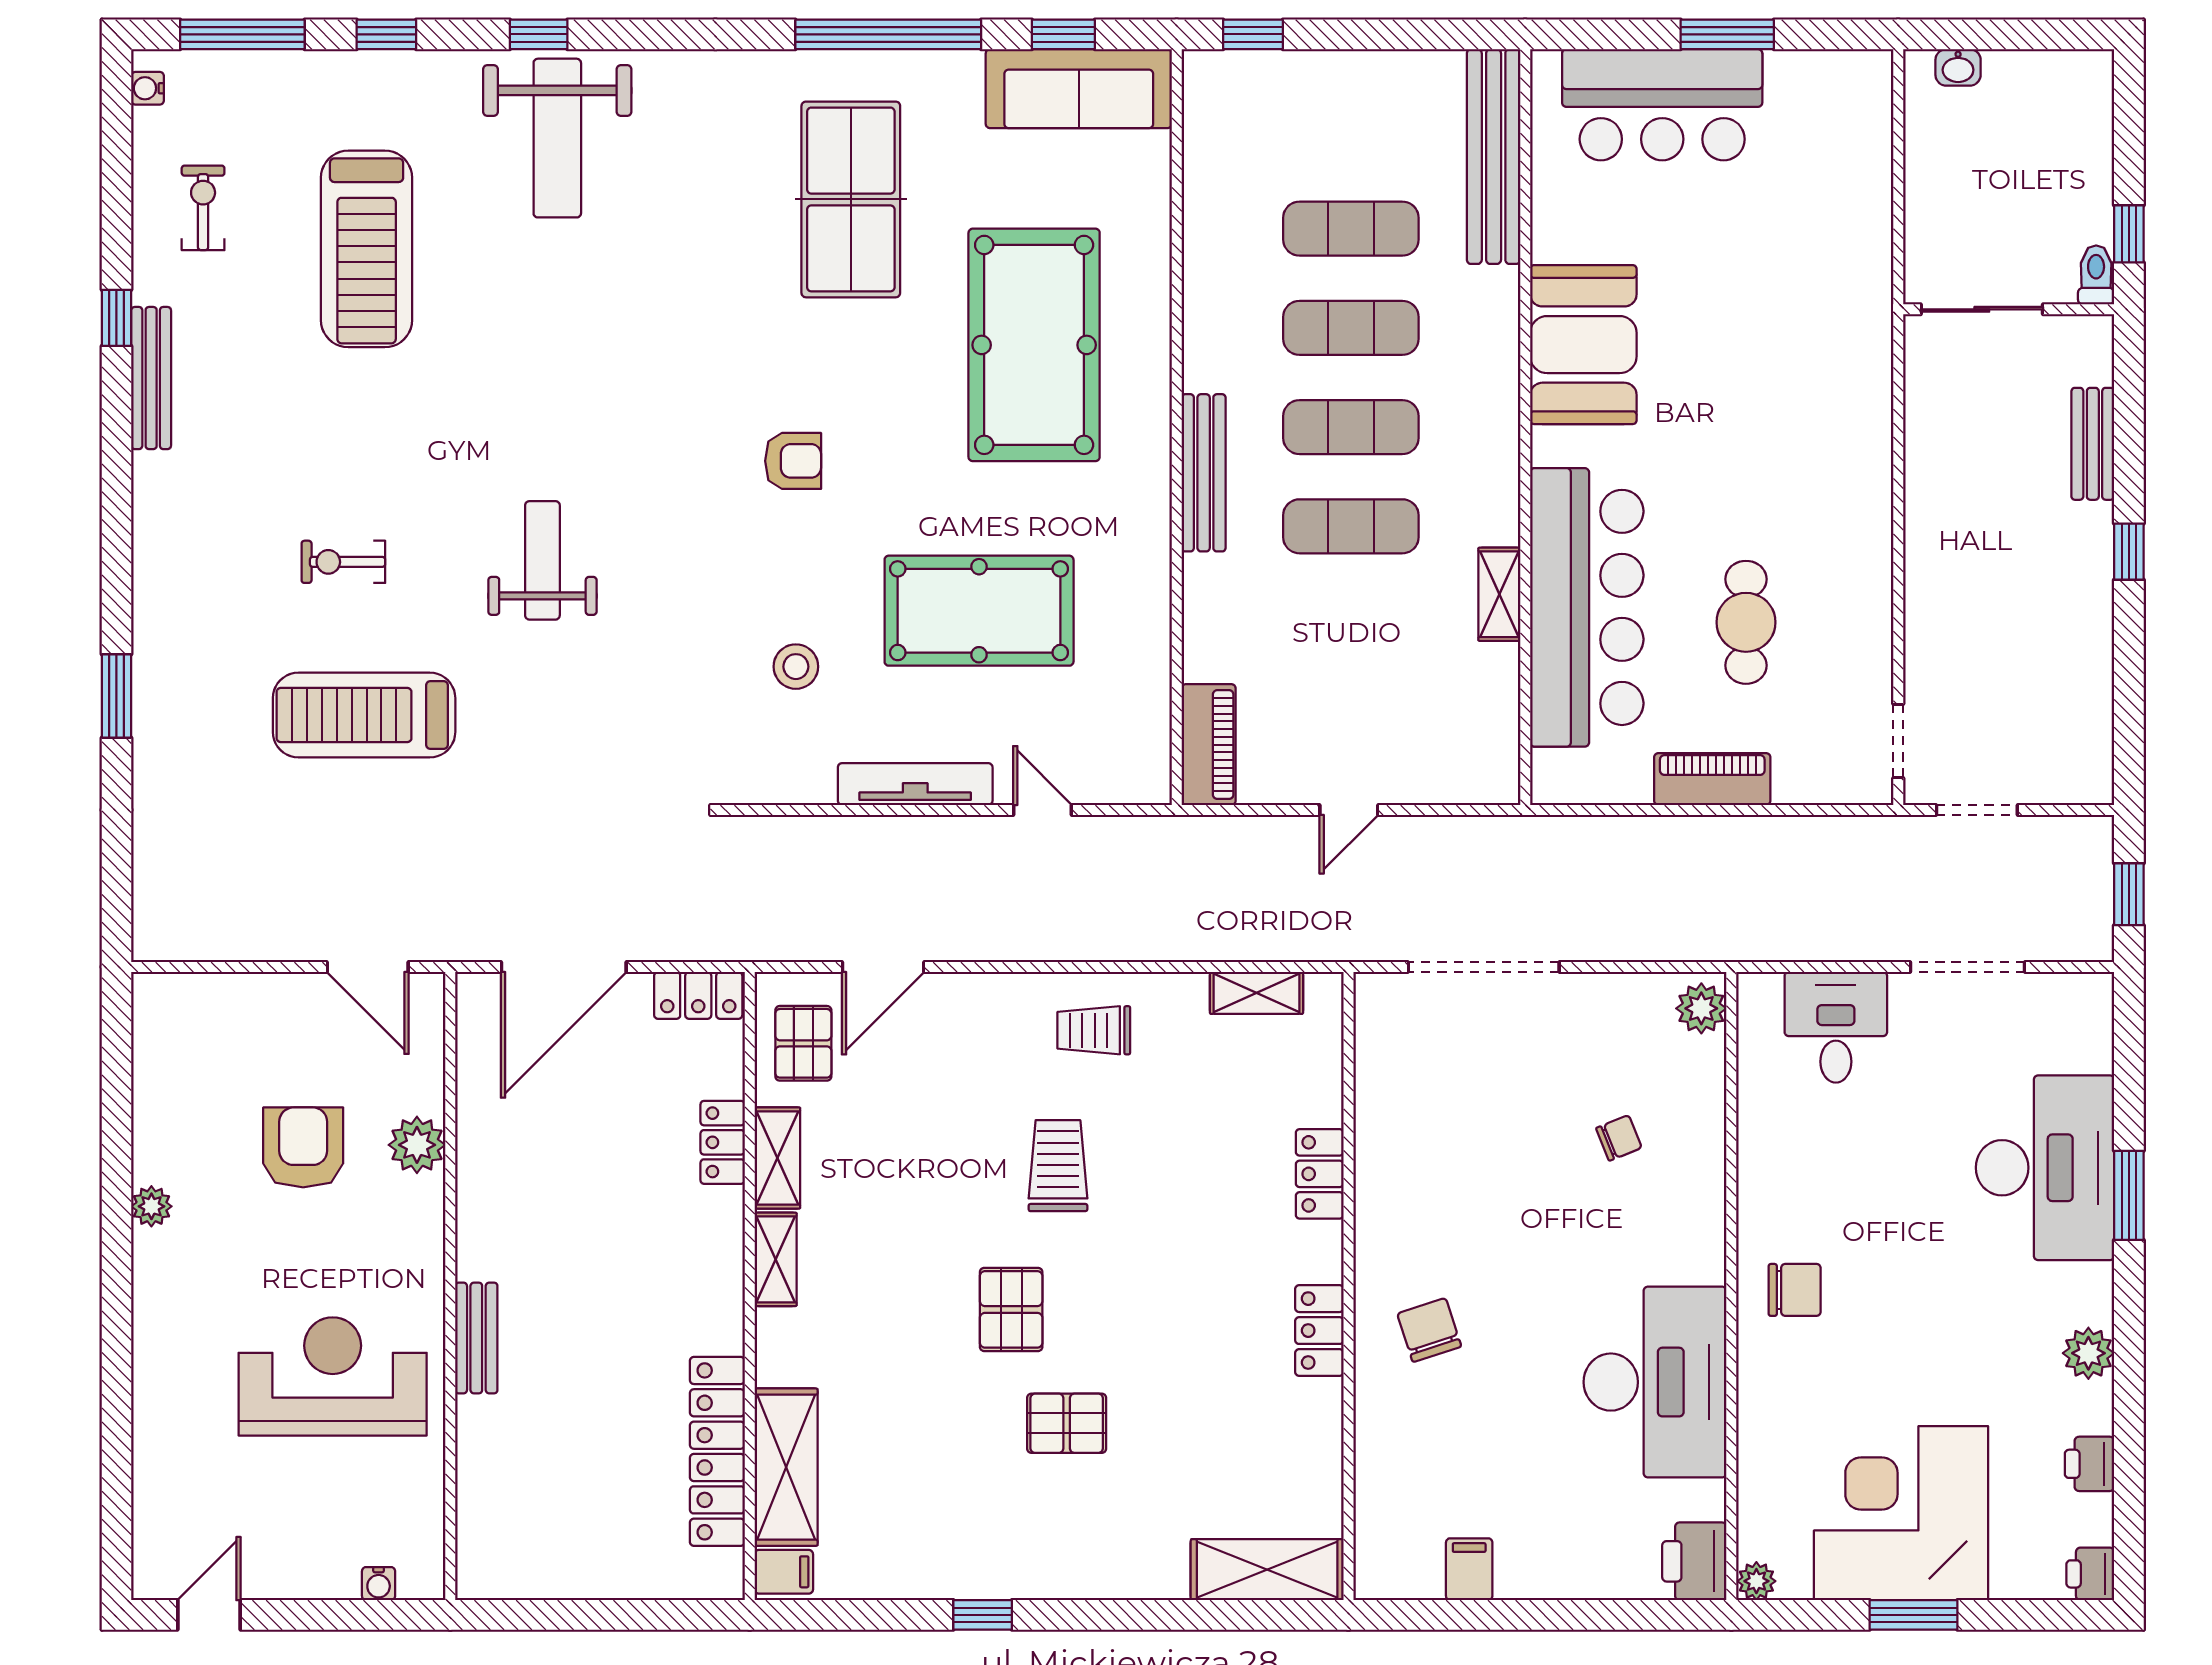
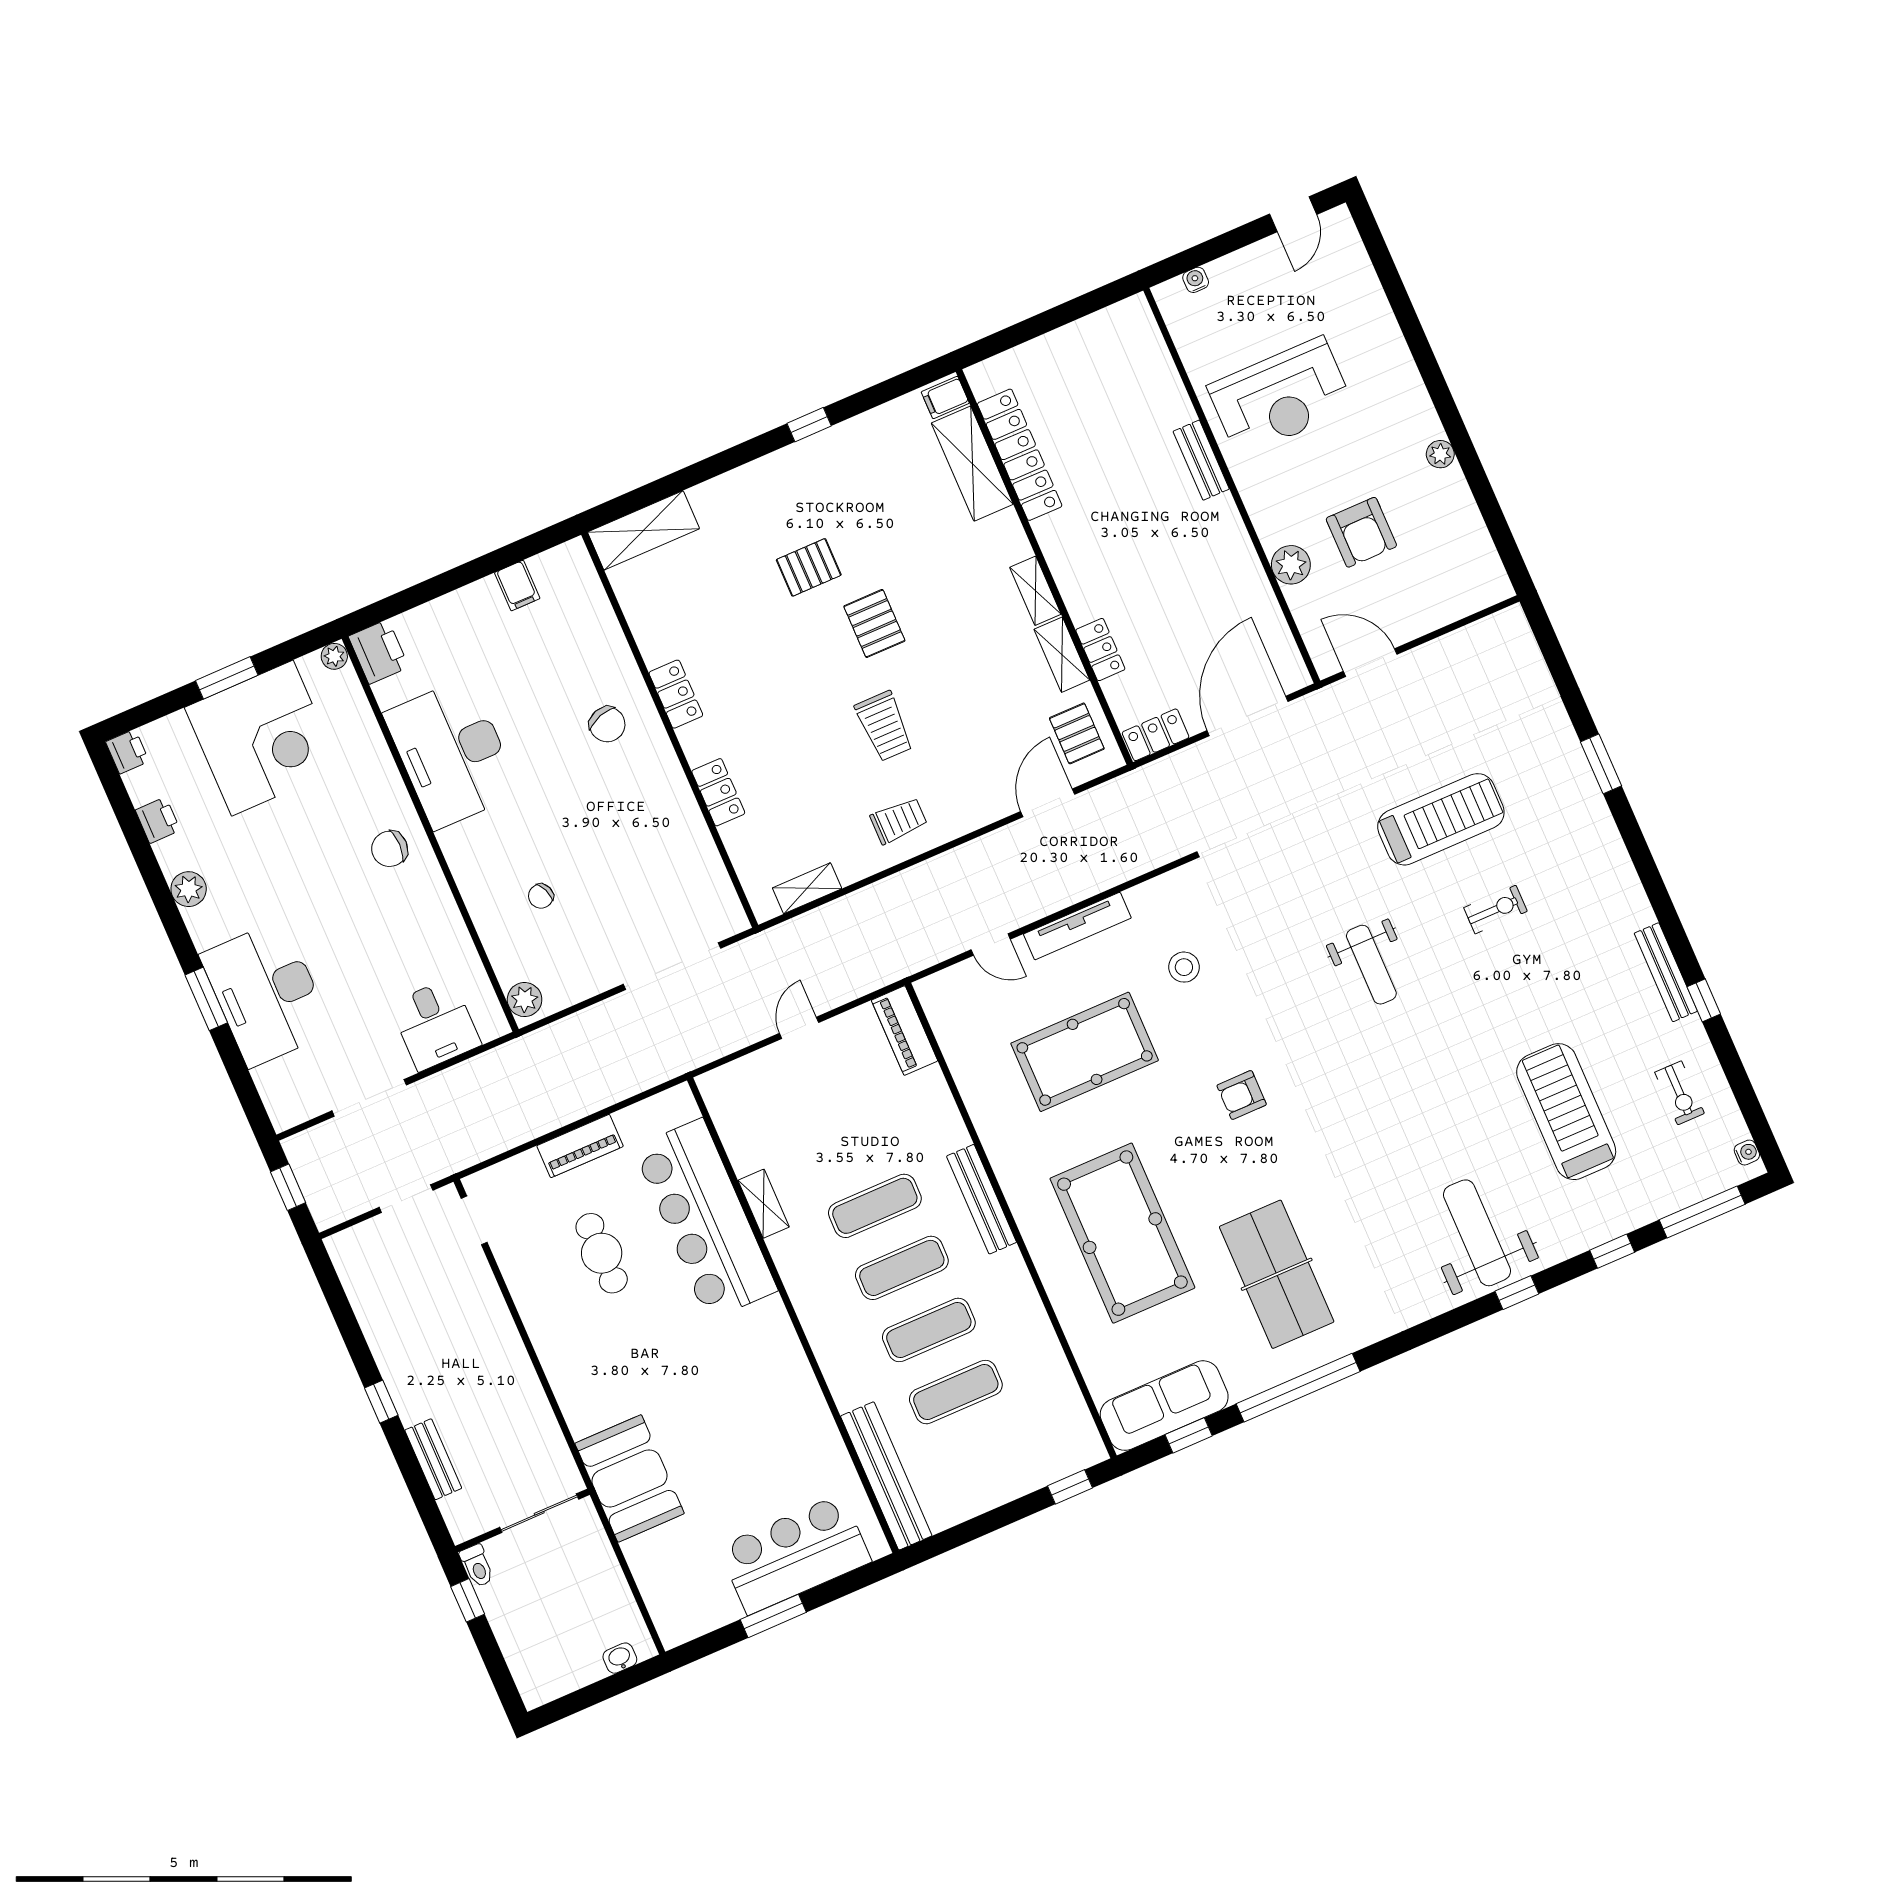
booth: (1583, 345) -> (630, 1478), moved

